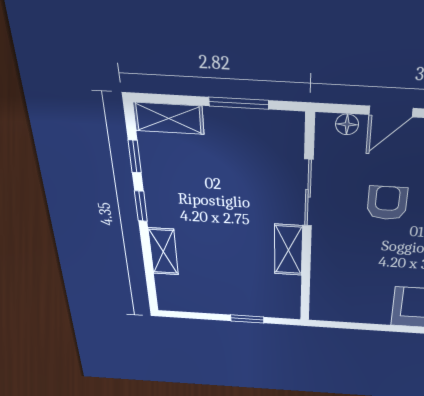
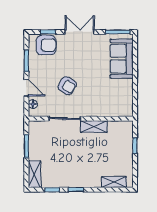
armchair: (387, 203) -> (67, 86), turned -148
shelving: (163, 252) -> (114, 182), moved

